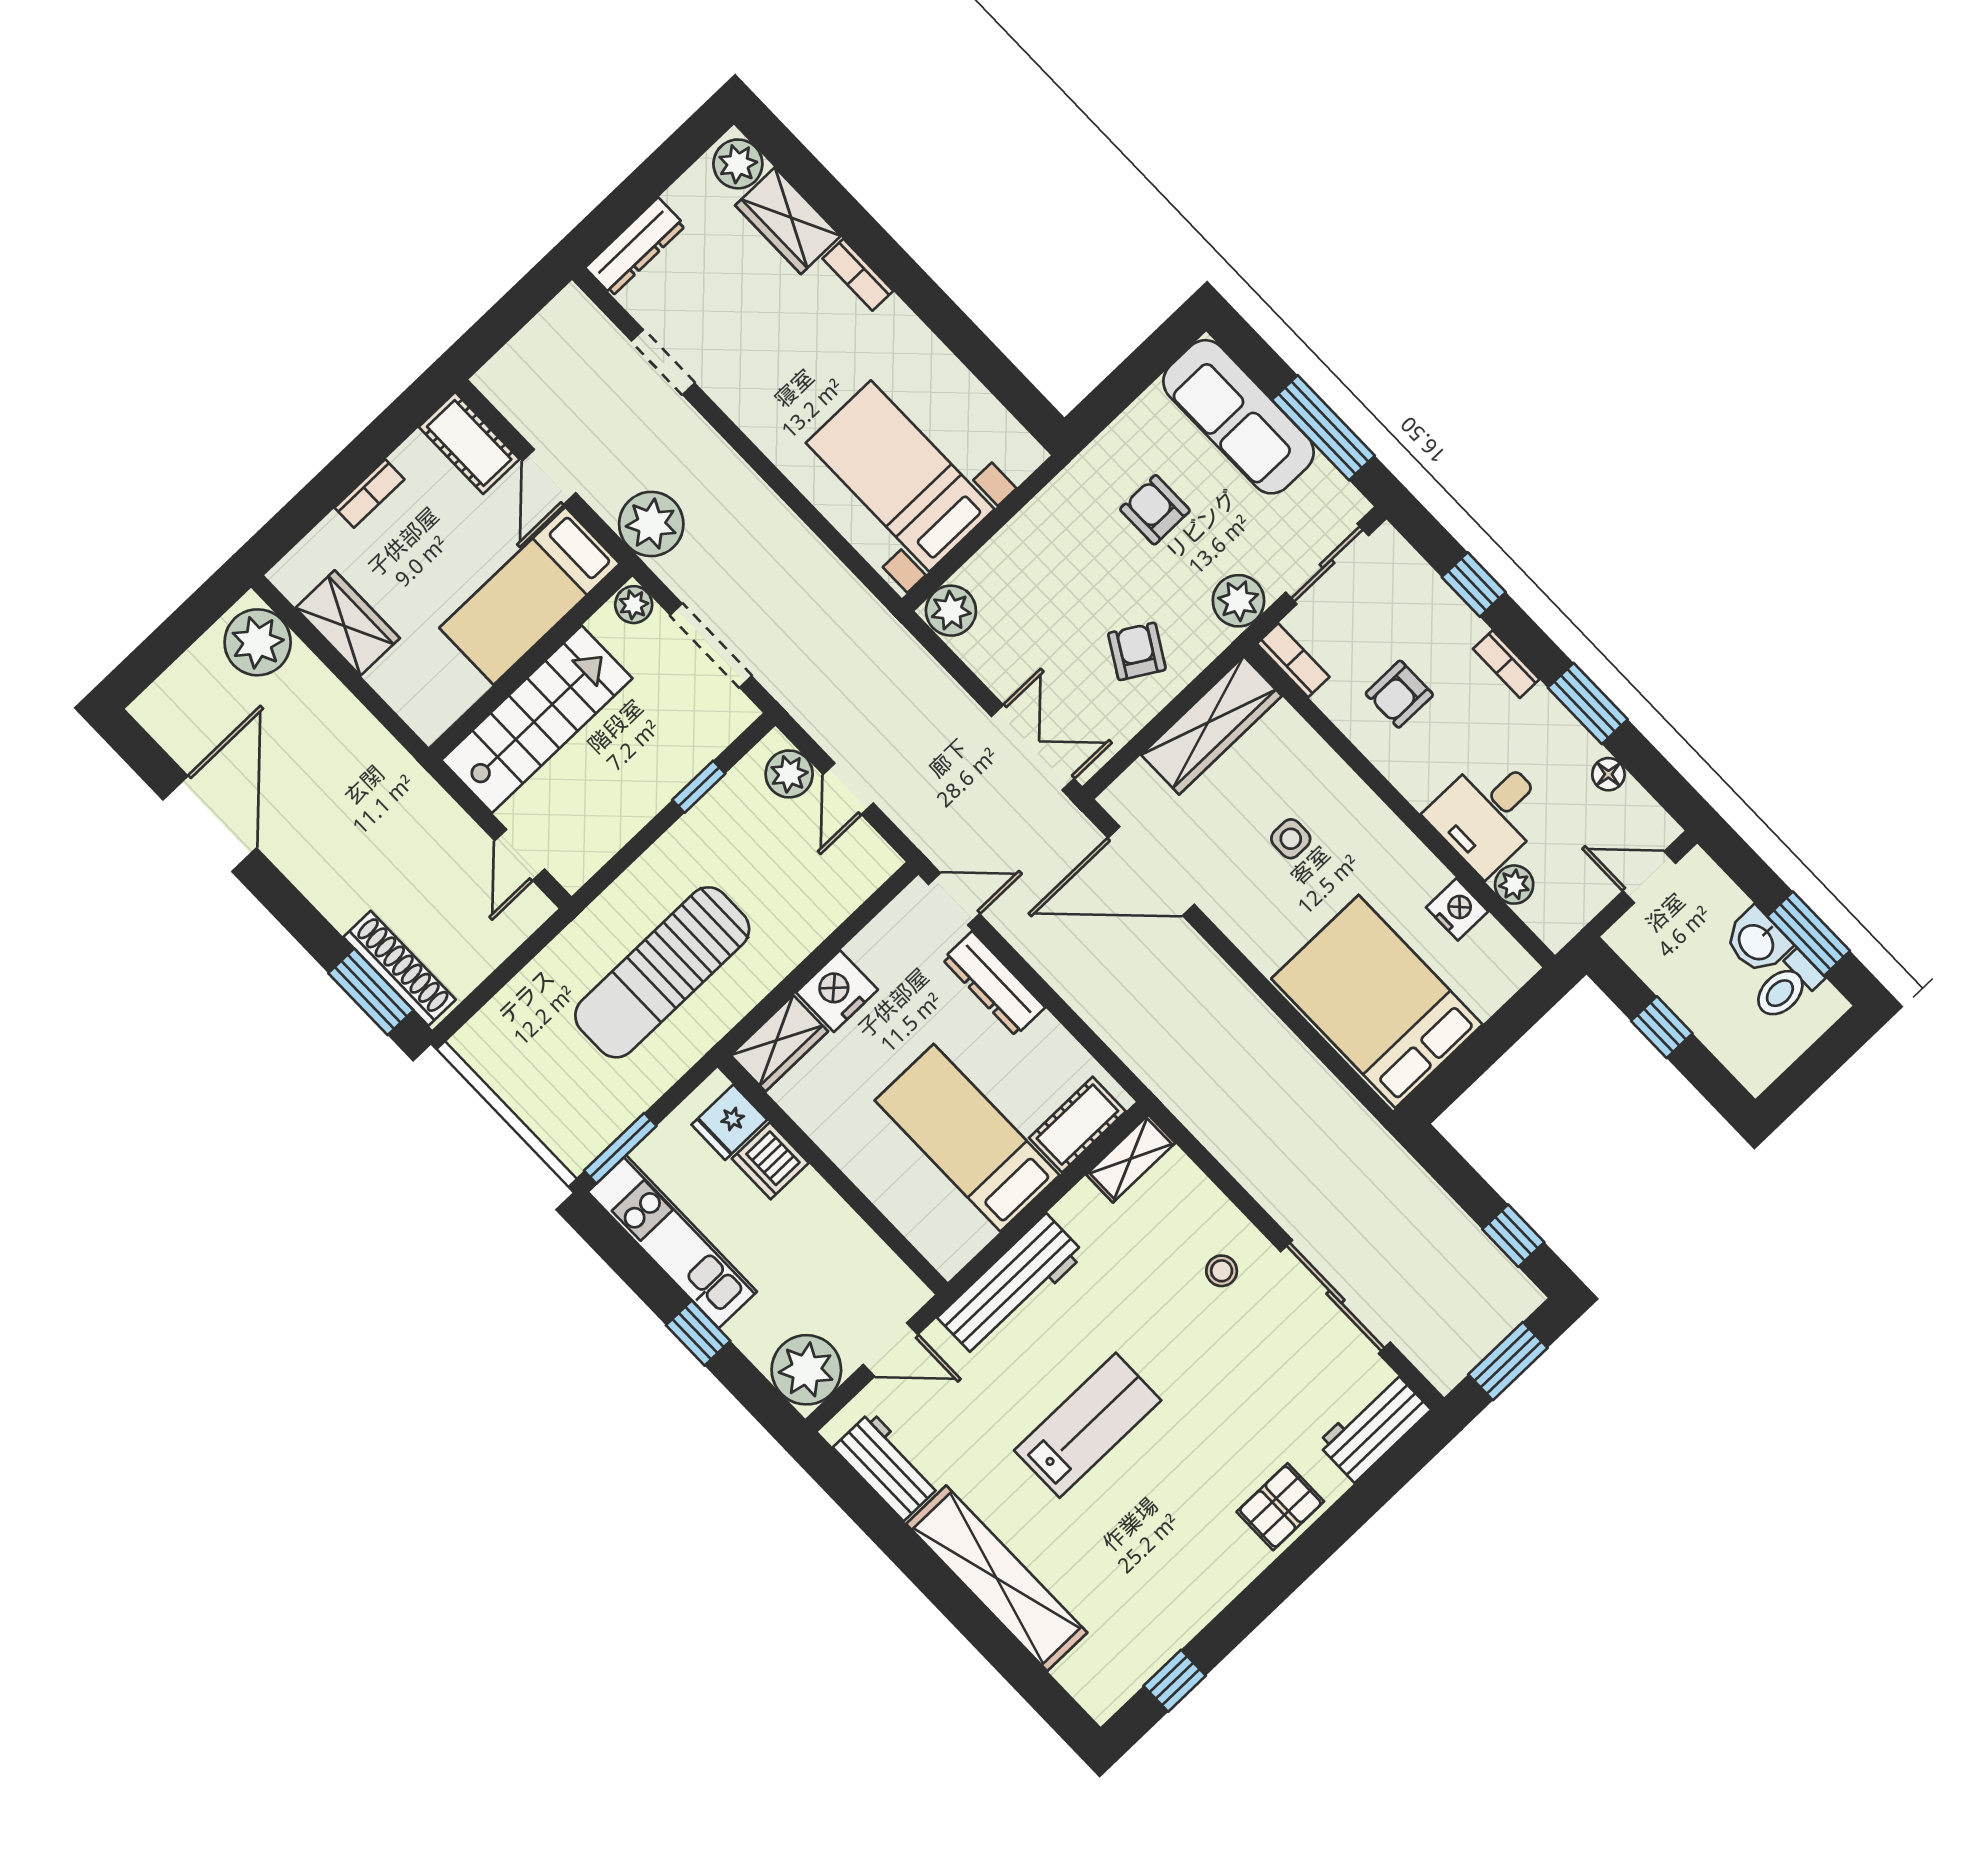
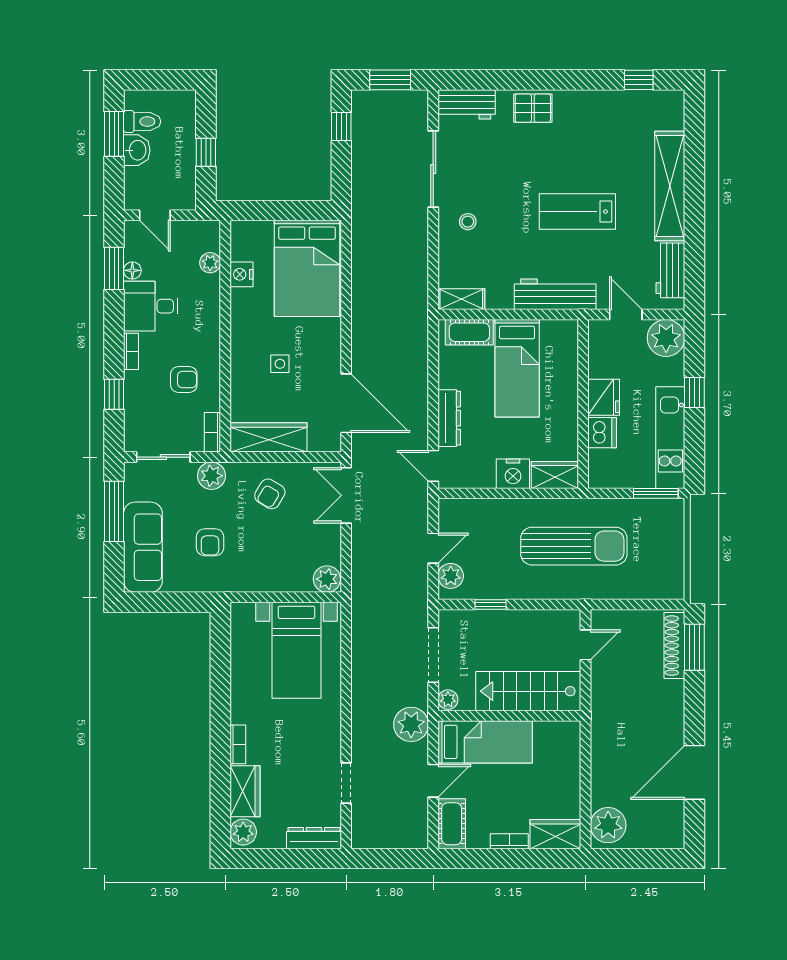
wardrobe: (348, 623) -> (555, 834), moved, turned 90
window: (1588, 703) -> (114, 268), moved
desk: (1489, 813) -> (151, 306), moved, turned 180
fridge: (729, 1122) -> (604, 397), moved, width x1.38

